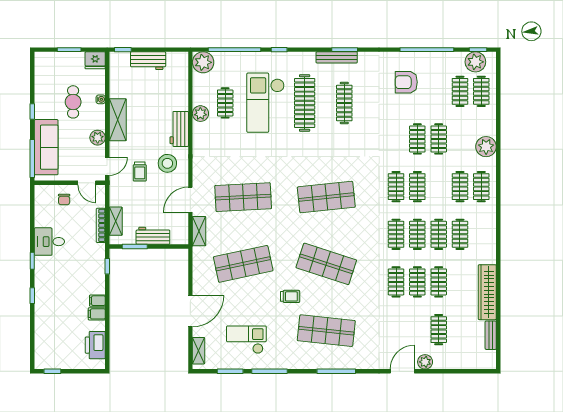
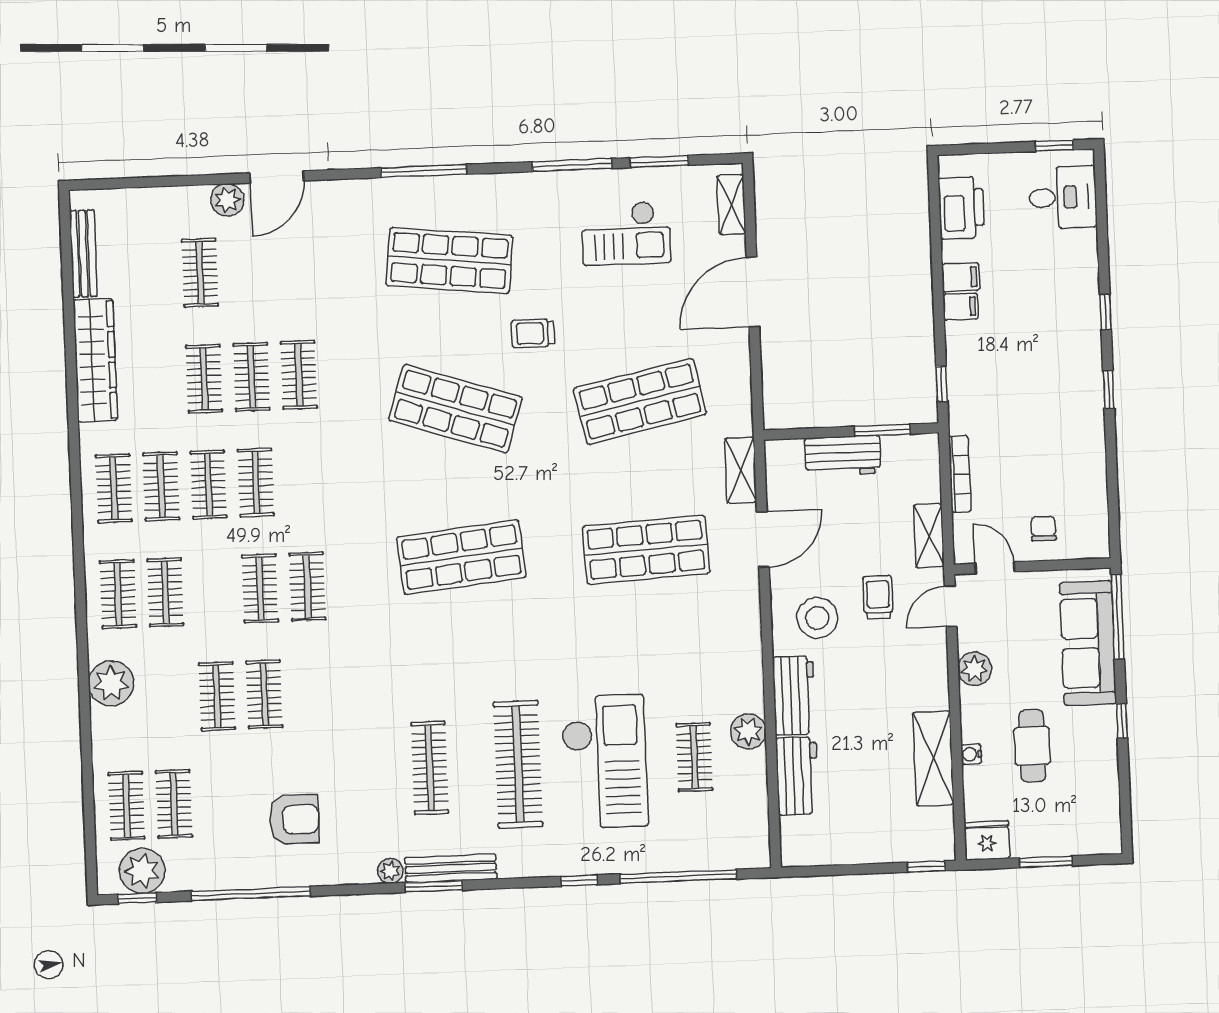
workbench: (148, 61) -> (797, 776), moved, turned 90
plant: (203, 62) -> (390, 871), moved, width x0.53, depth x0.53
shelving: (118, 120) -> (933, 758), moved
shelving: (116, 221) -> (929, 536), moved
clothes rail: (396, 234) -> (114, 488), moved
desk: (49, 242) -> (1063, 197), moved
bench: (491, 335) -> (83, 253), width x1.36

